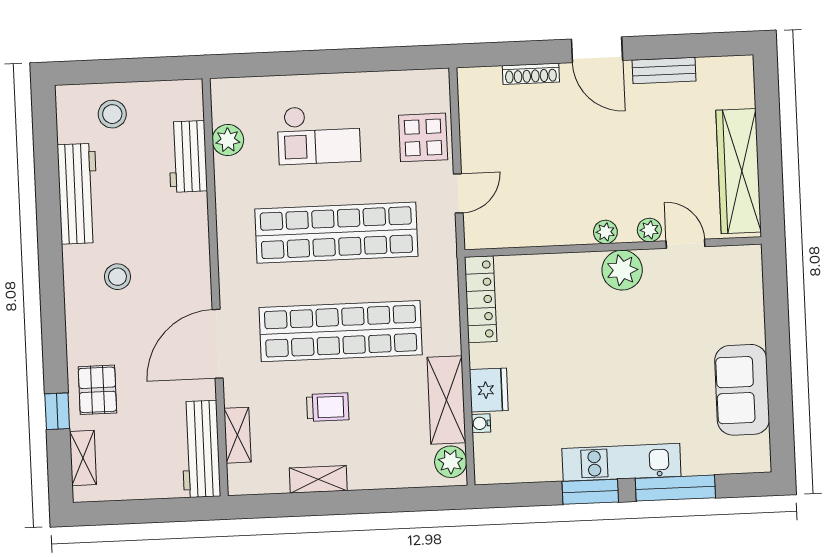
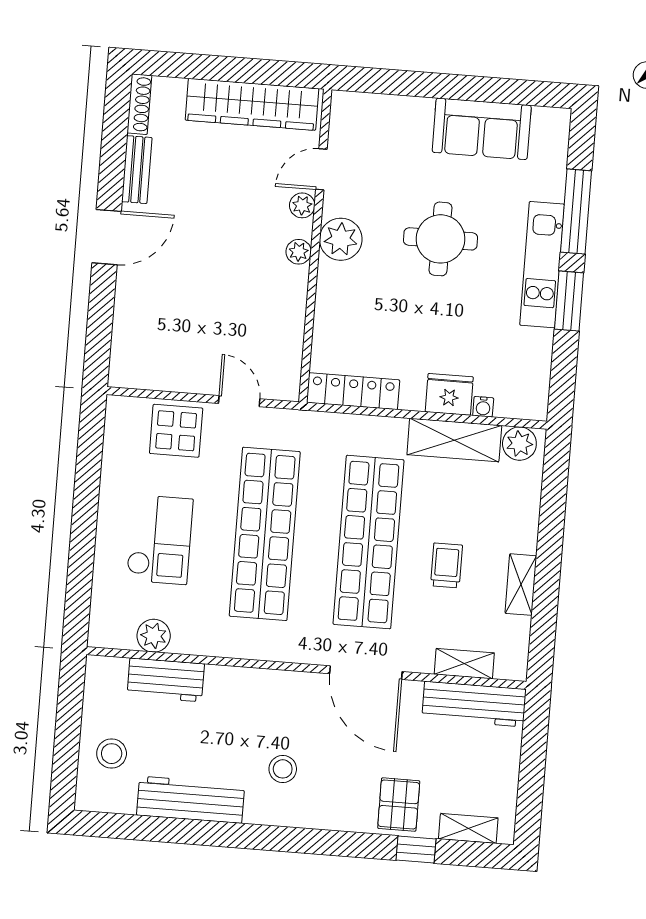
shoe rack: (531, 74) -> (139, 104), moved
round table: (634, 364) -> (441, 239), added
pallet: (97, 390) -> (399, 805), turned 90

